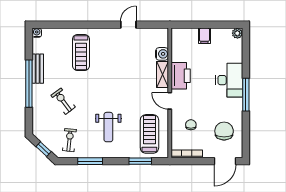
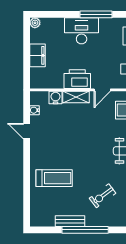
water cooler: (37, 33) -> (34, 110), moved
filing cabinet: (204, 36) -> (37, 55), width x2.00

